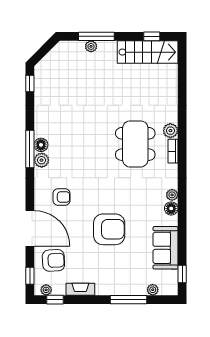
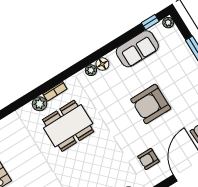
armchair: (61, 197) -> (148, 159), turned -90
armchair: (109, 229) -> (151, 104), turned -90
plant: (153, 290) -> (168, 23), moved

